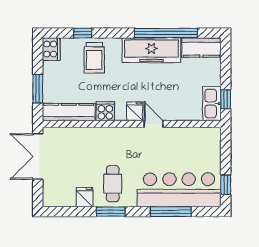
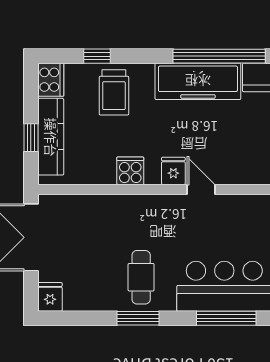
window: (38, 89) -> (31, 138), width x0.67
kitchen counter: (69, 112) -> (51, 137), moved, turned 90
fridge: (85, 197) -> (50, 297), moved

